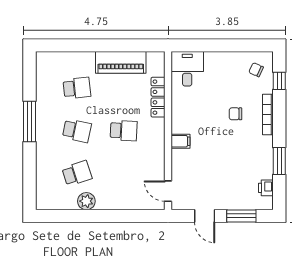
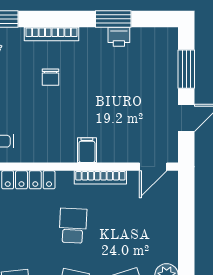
bookcase: (160, 151) -> (100, 177), added
printer: (266, 188) -> (119, 37), moved

